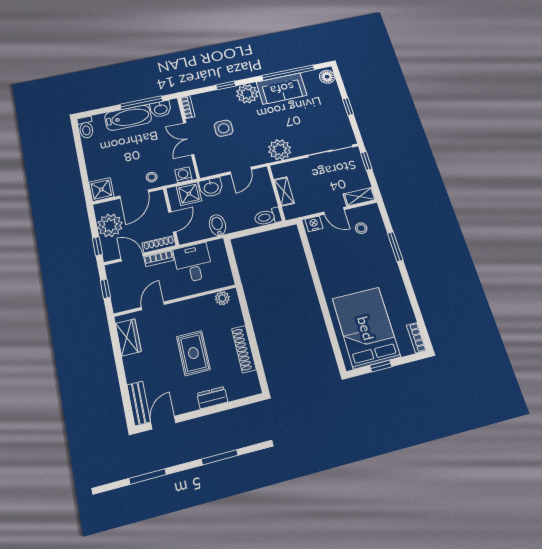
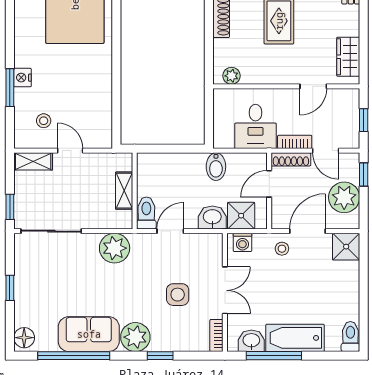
toilet: (268, 217) -> (146, 213), moved, turned -90
nightstand: (314, 224) -> (23, 78), moved, turned 90

